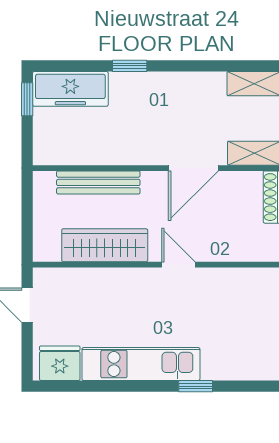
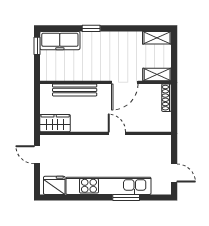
wardrobe: (105, 245) -> (55, 123), moved, width x0.67
kitchen unit: (141, 364) -> (108, 186), width x1.36
window: (196, 386) -> (126, 197), width x1.50

